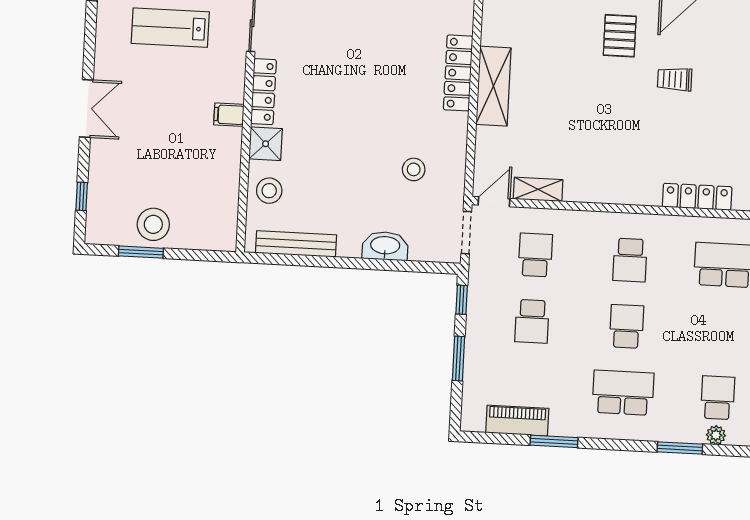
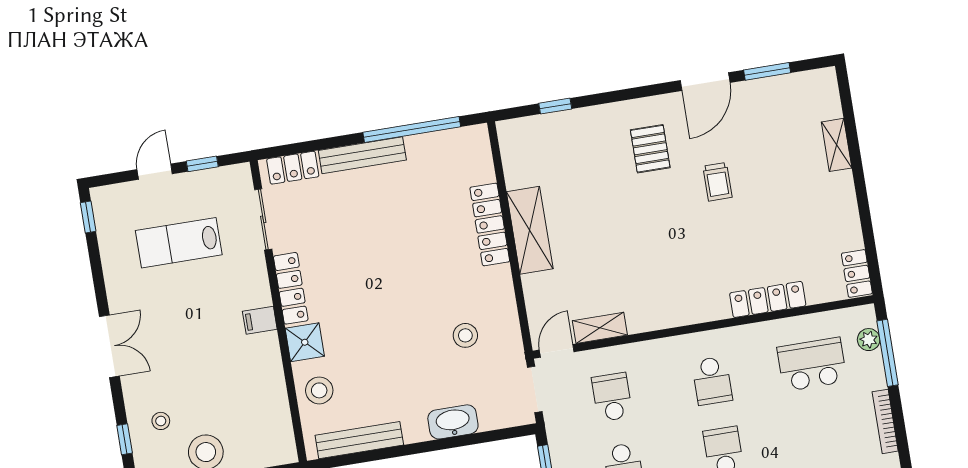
trolley: (675, 79) -> (717, 182), turned -90
stool: (118, 187) -> (161, 421), added

